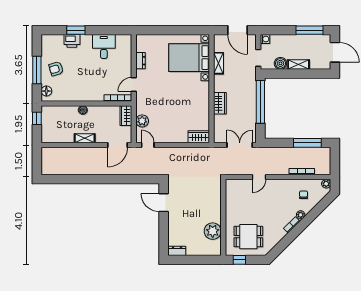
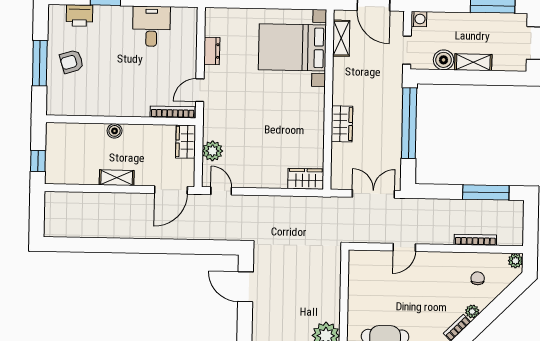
printer: (72, 41) -> (79, 16), moved
shelving: (218, 63) -> (341, 38), moved
floor lamp: (46, 91) -> (55, 98), removed
window: (37, 118) -> (38, 161), moved

